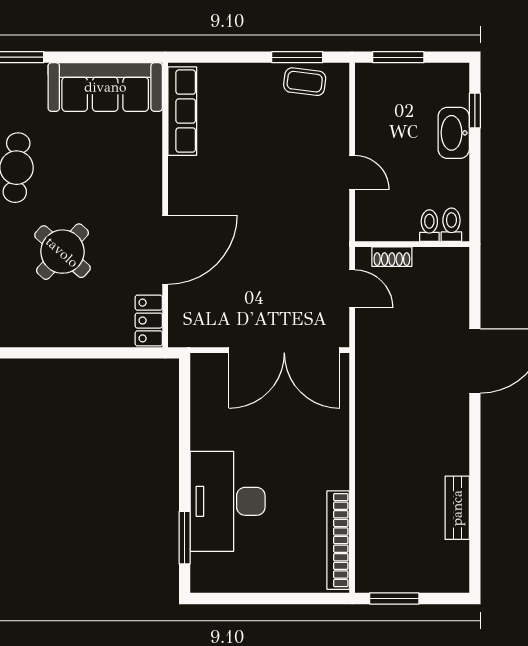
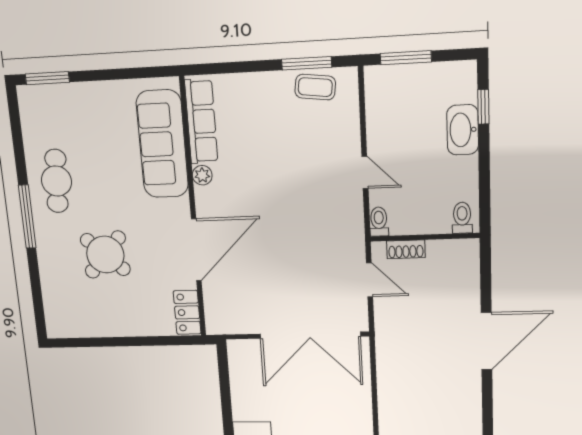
sofa: (105, 87) -> (162, 144), moved, turned 90
plant: (179, 168) -> (202, 175), added
toilet: (429, 226) -> (379, 222), moved

